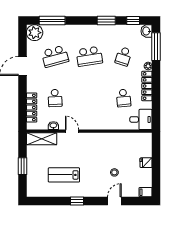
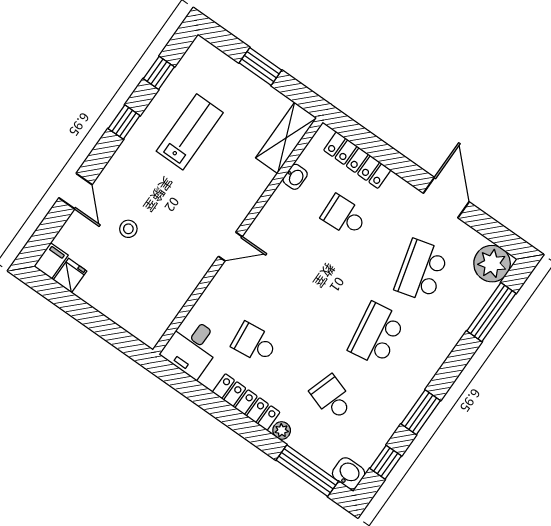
door: (72, 131) -> (230, 247), moved
fridge: (146, 163) -> (70, 276), moved
window: (50, 201) -> (159, 73), added

